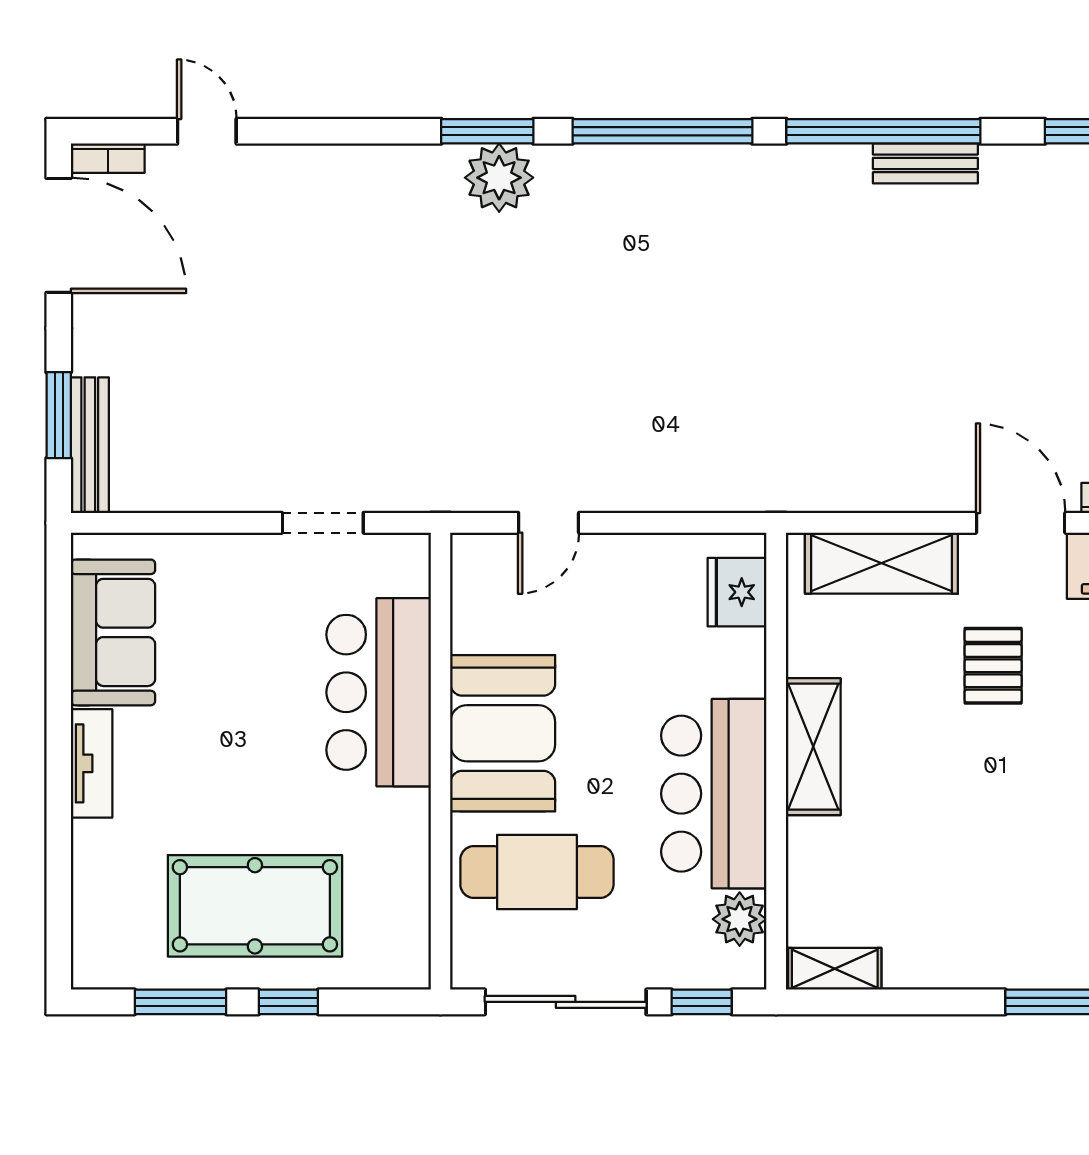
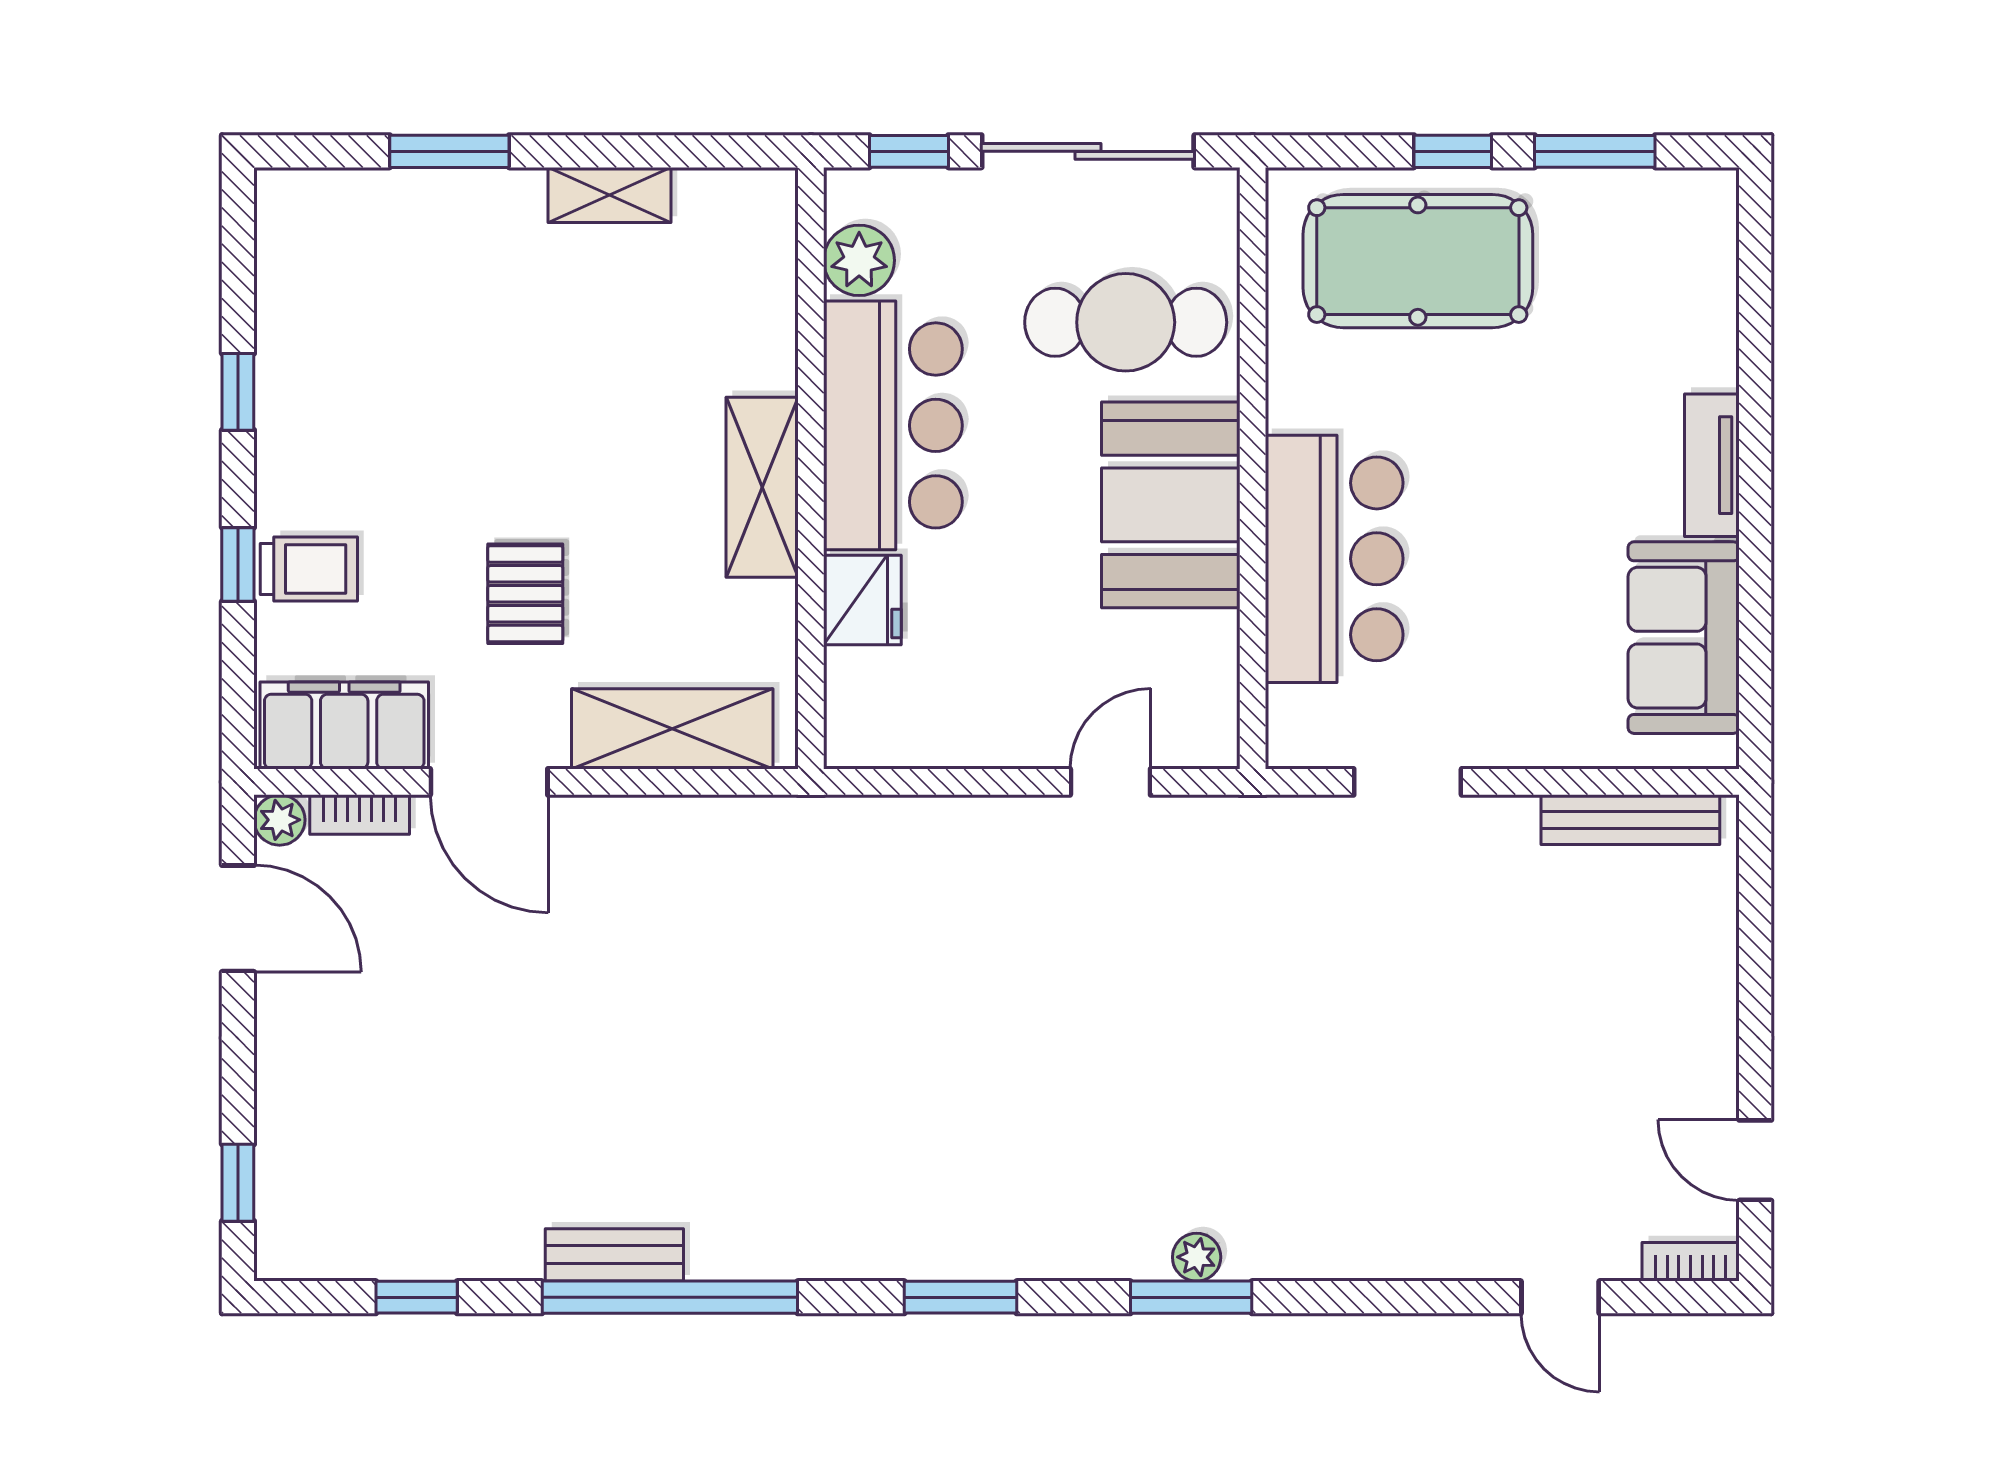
window: (662, 131) -> (961, 1297), width x0.47
plant: (499, 178) -> (1197, 1257), width x0.53, depth x0.53
door: (59, 235) -> (1755, 1160), width x0.53
window: (59, 415) -> (1755, 923), removed
bench: (90, 445) -> (1630, 820), moved, turned 90
fridge: (737, 592) -> (862, 600), moved
pool table: (255, 906) -> (1418, 261), moved
shelving: (835, 969) -> (610, 195), moved

